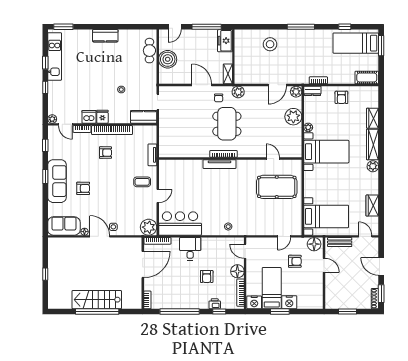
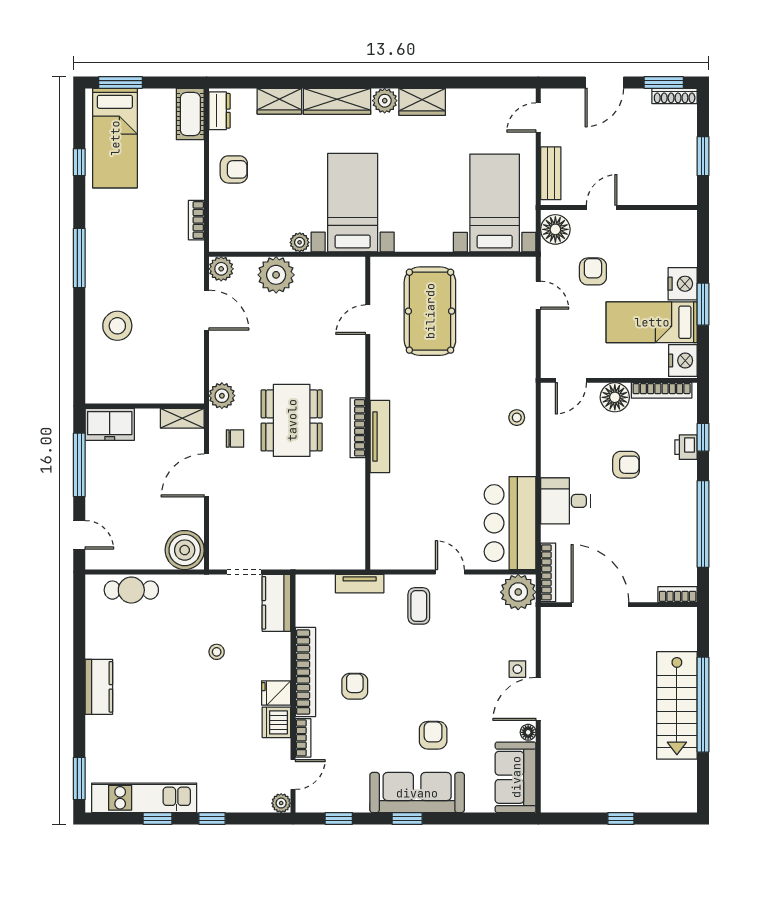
boiler: (168, 59) -> (185, 550), moved
dresser: (312, 91) -> (219, 111), moved
dining table: (227, 124) -> (292, 420), turned 90
wardrobe: (372, 206) -> (422, 102), moved

